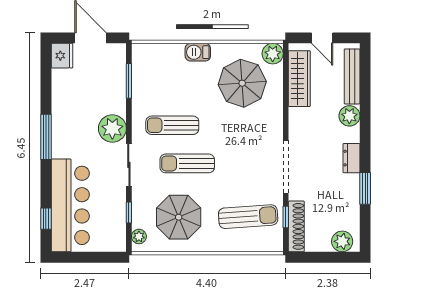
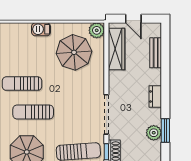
bench: (352, 76) -> (156, 53), width x0.73
plant: (349, 116) -> (154, 133), moved
dresser: (351, 158) -> (155, 96), moved

